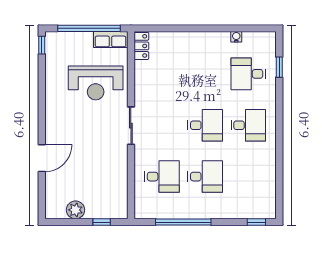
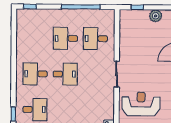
desk: (205, 125) -> (65, 74), turned 180

